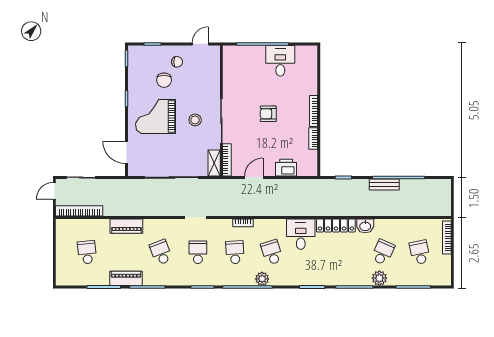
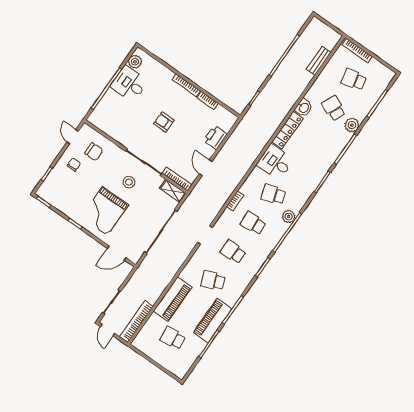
plant: (303, 52) -> (135, 62), added
chair: (164, 80) -> (94, 152), moved
armchair: (268, 114) -> (164, 122), turned 90
bench: (384, 185) -> (319, 61), moved
piano: (126, 226) -> (173, 299), width x1.37, depth x1.33
piano: (126, 278) -> (213, 321), width x1.37, depth x1.33

